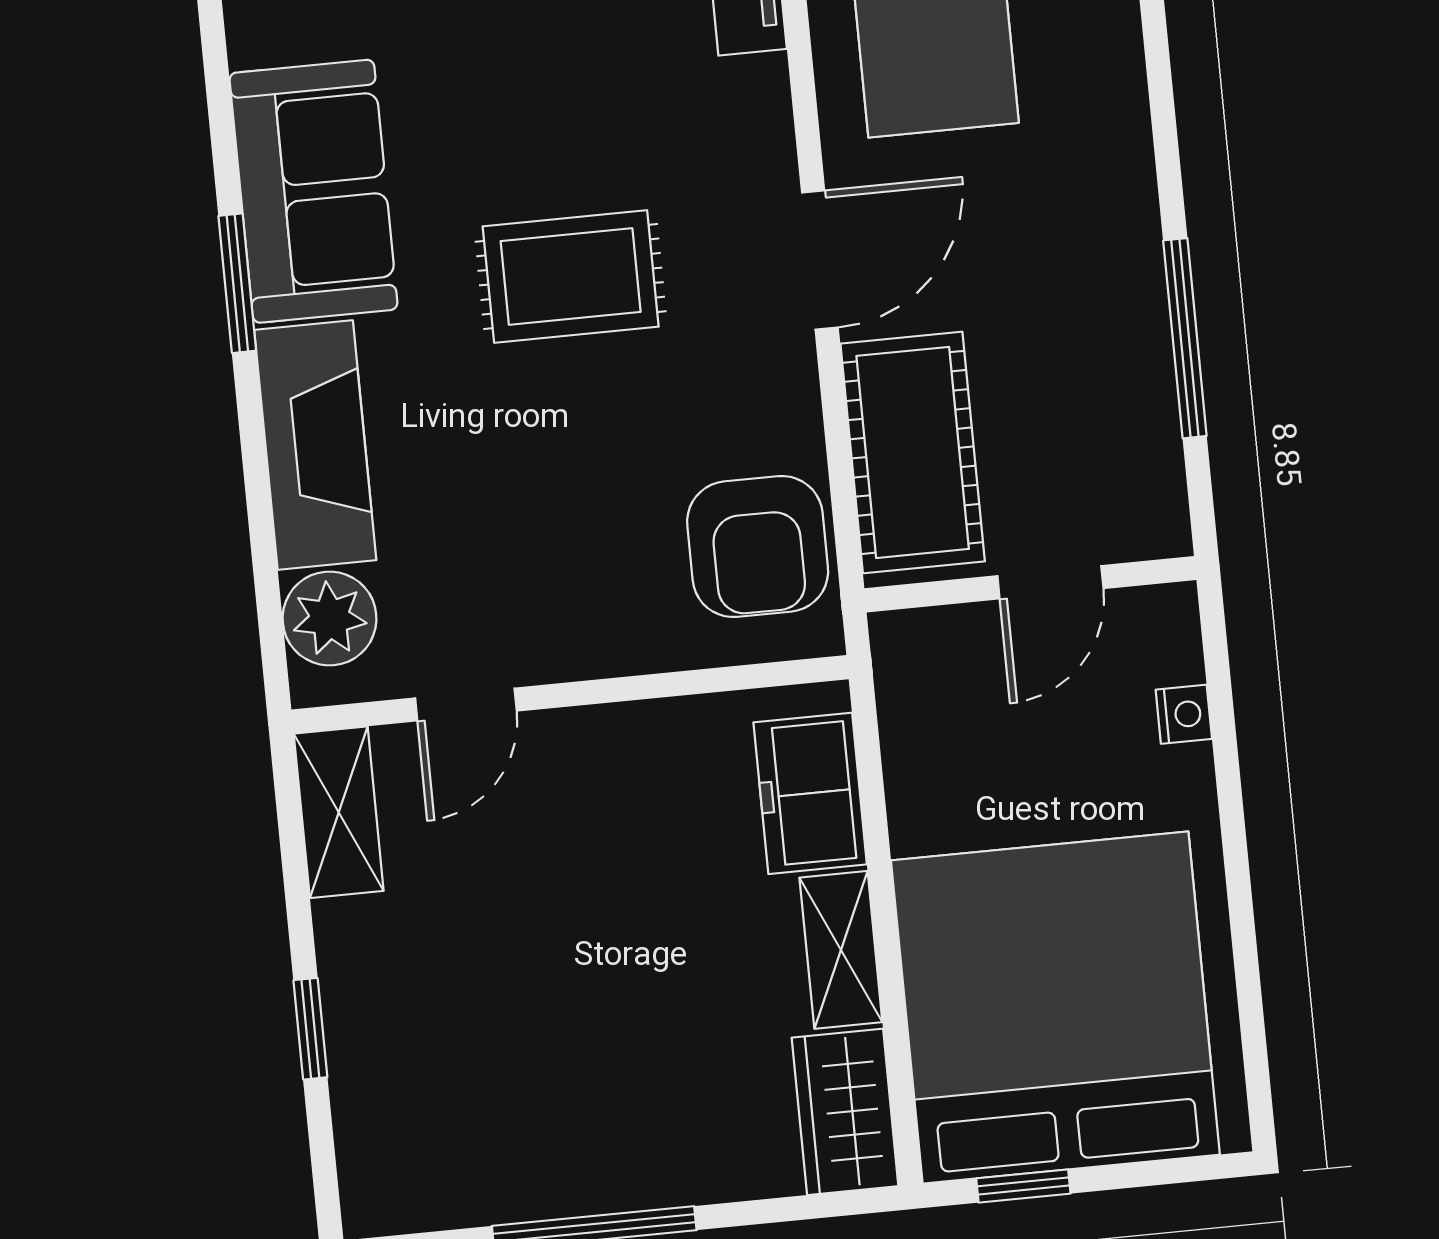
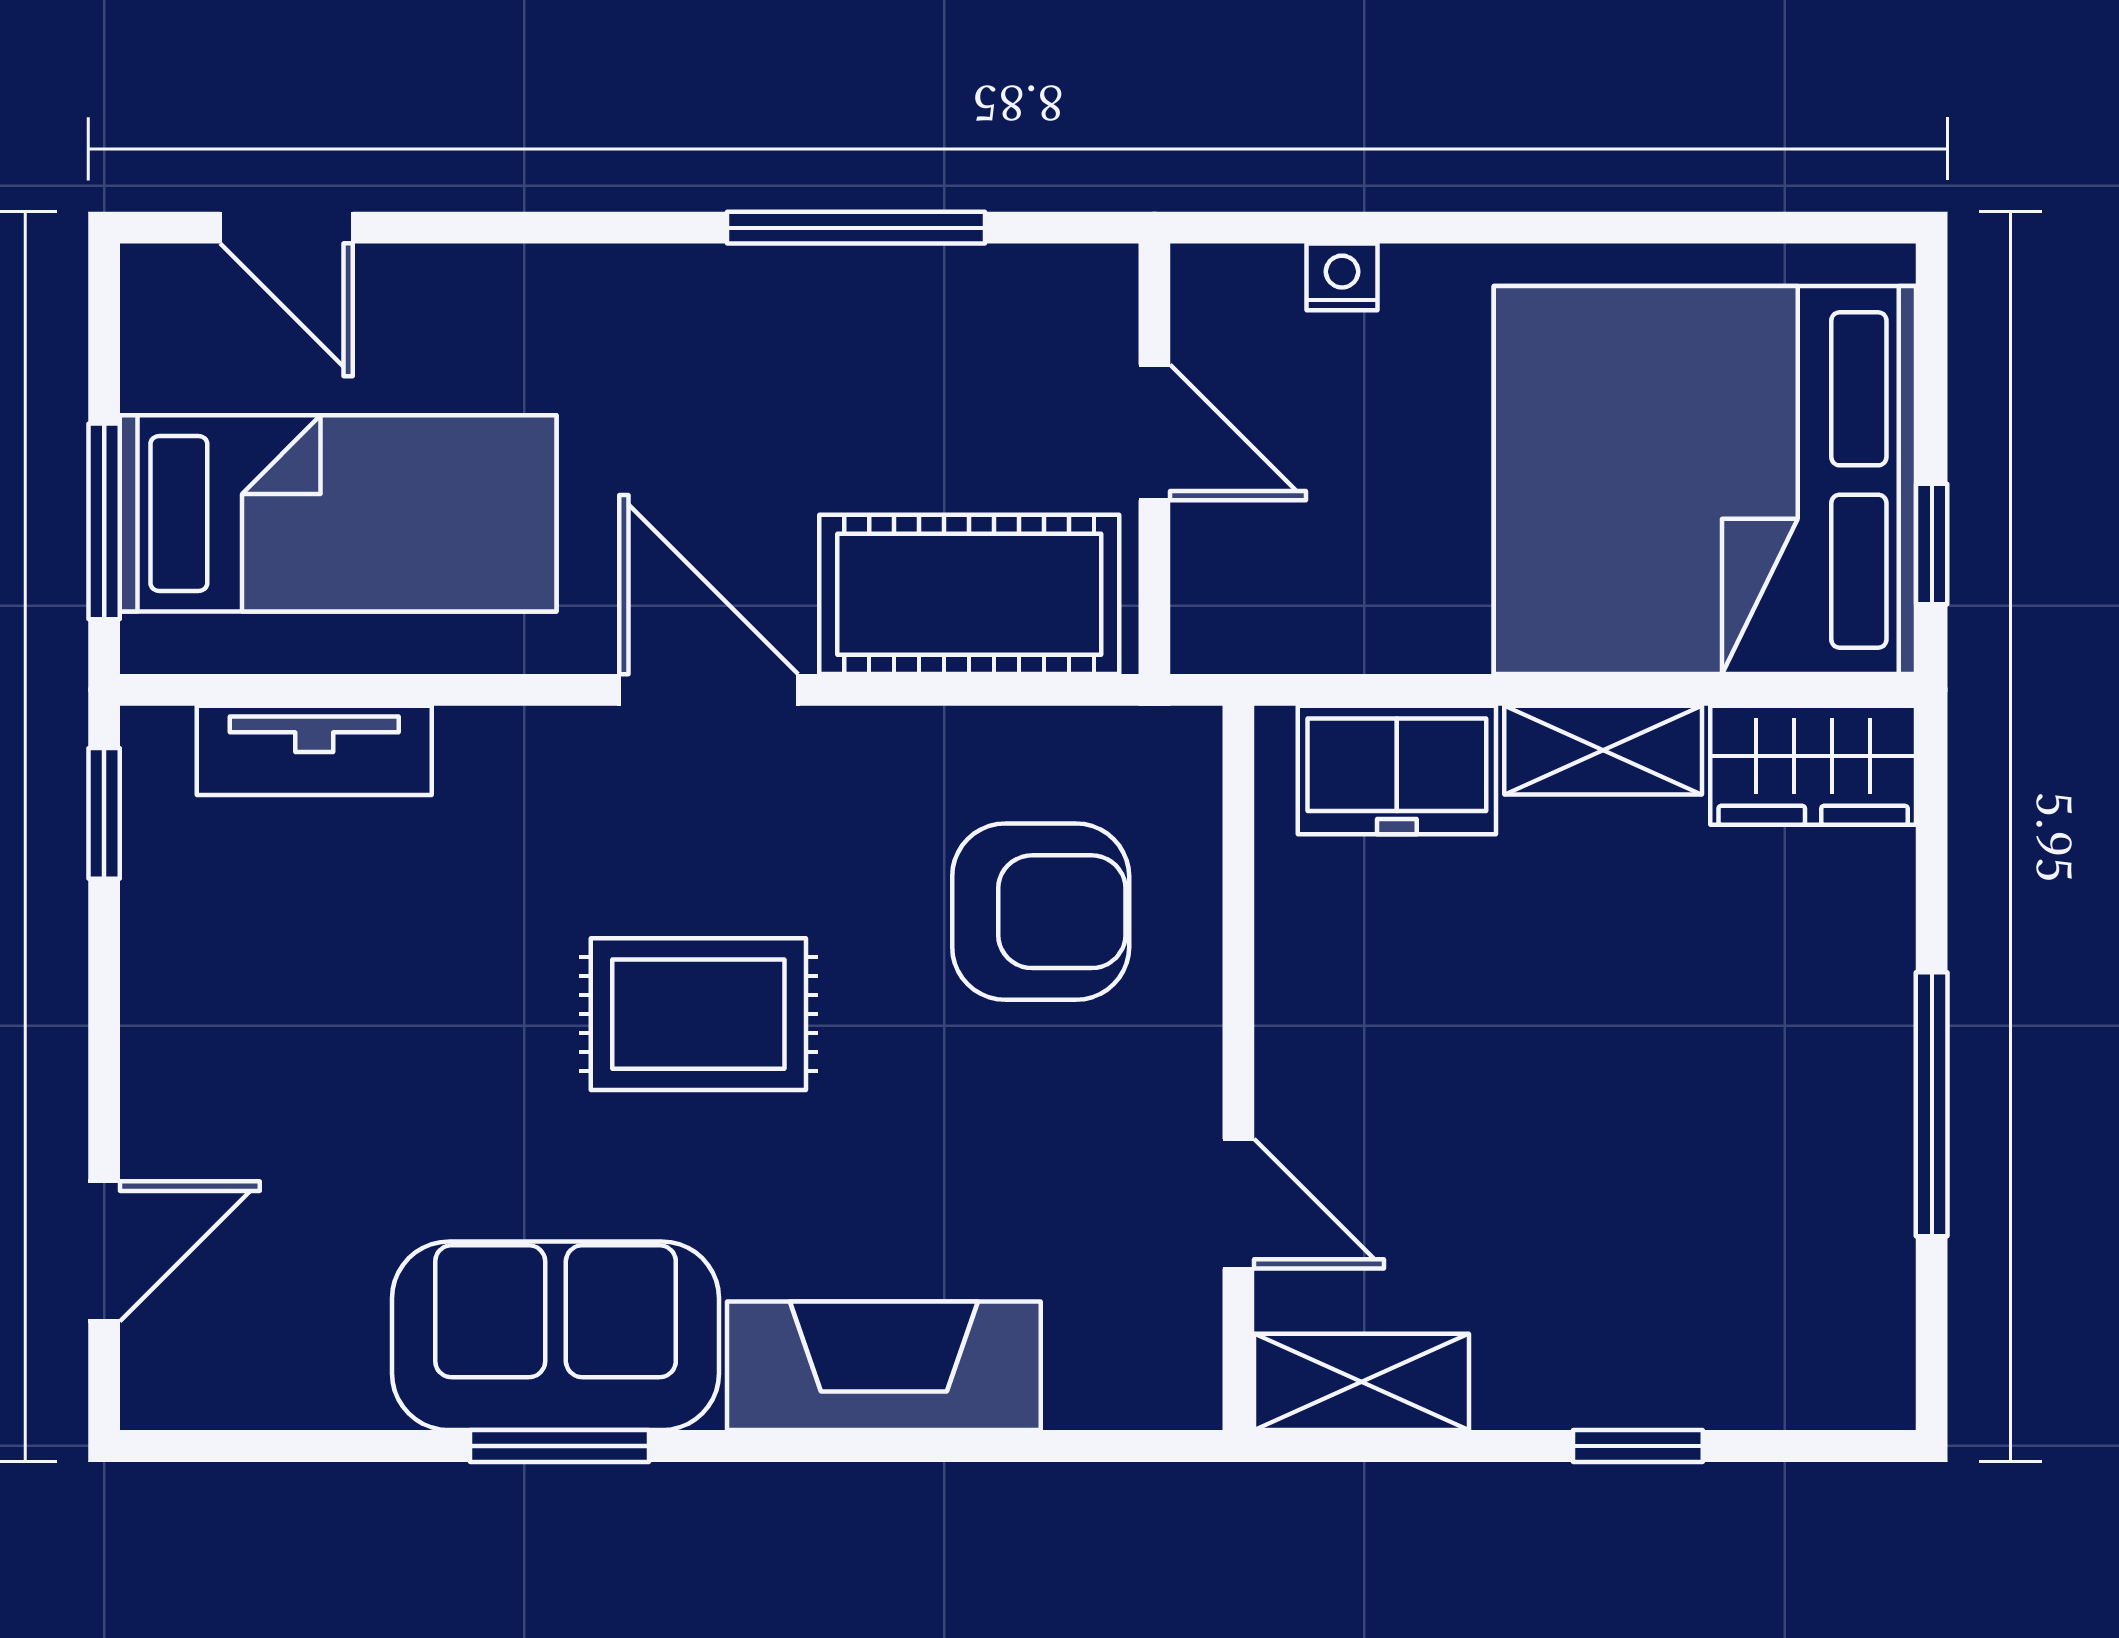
rug: (571, 277) -> (698, 1014), turned 90
window: (237, 283) -> (559, 1446), moved
armchair: (758, 547) -> (1041, 912), moved
plant: (330, 619) -> (1110, 1369), removed

